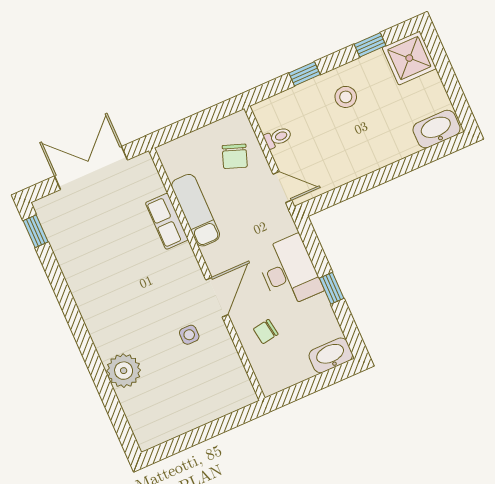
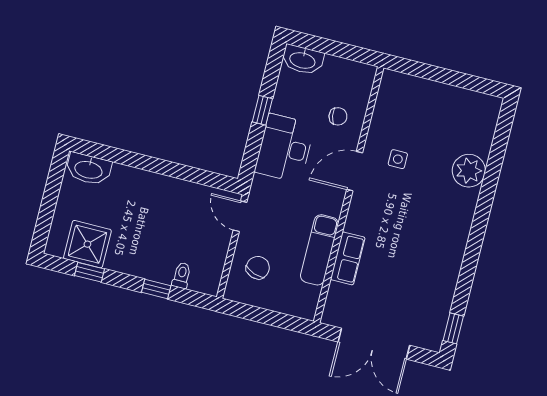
shower: (409, 58) -> (87, 244), moved
stool: (346, 97) -> (139, 247), removed
toilet: (278, 137) -> (182, 275), moved, turned 90

